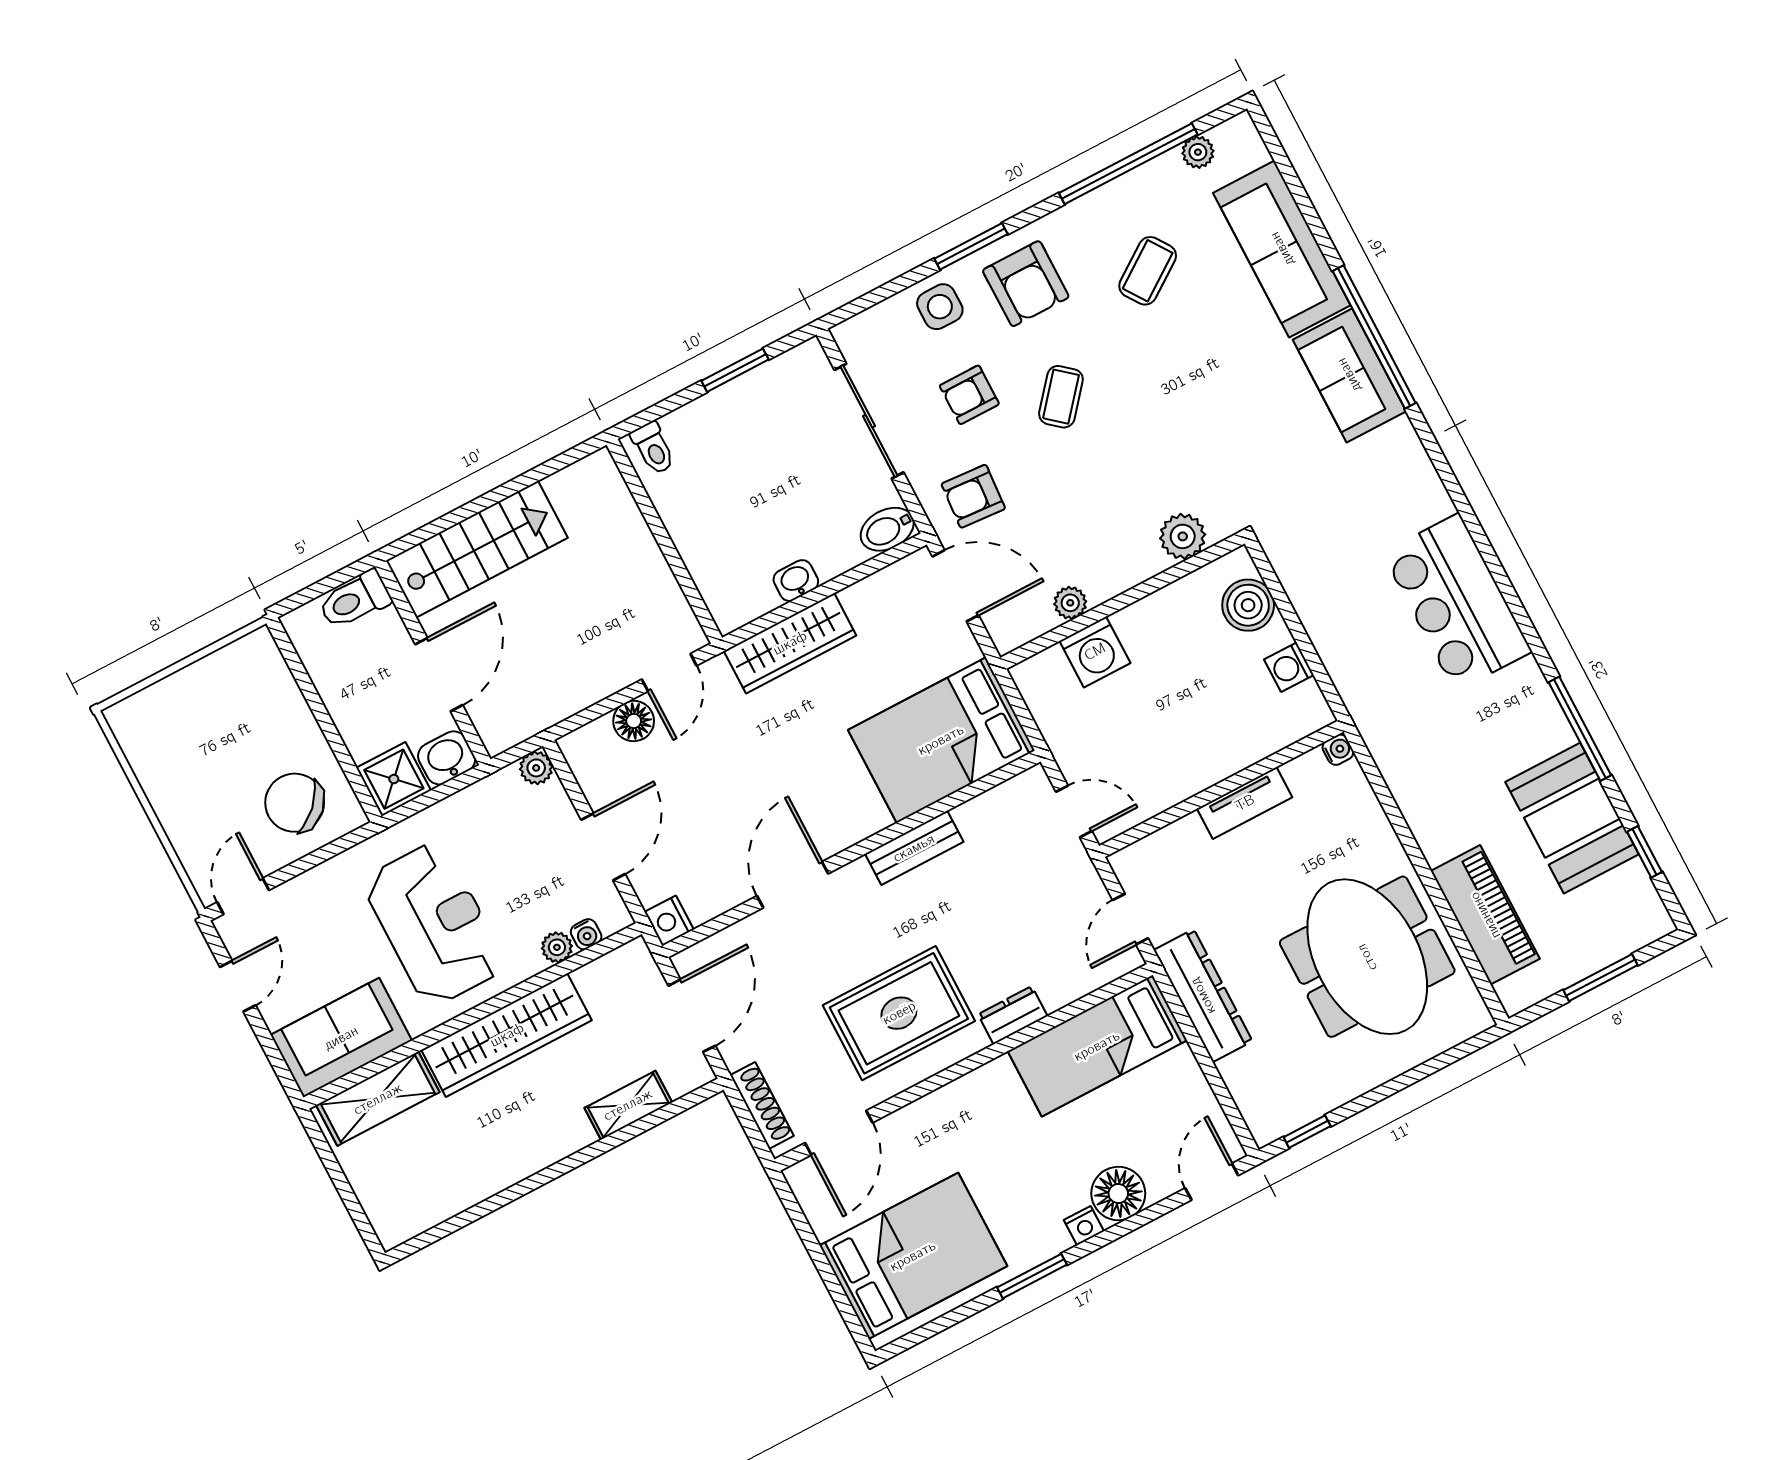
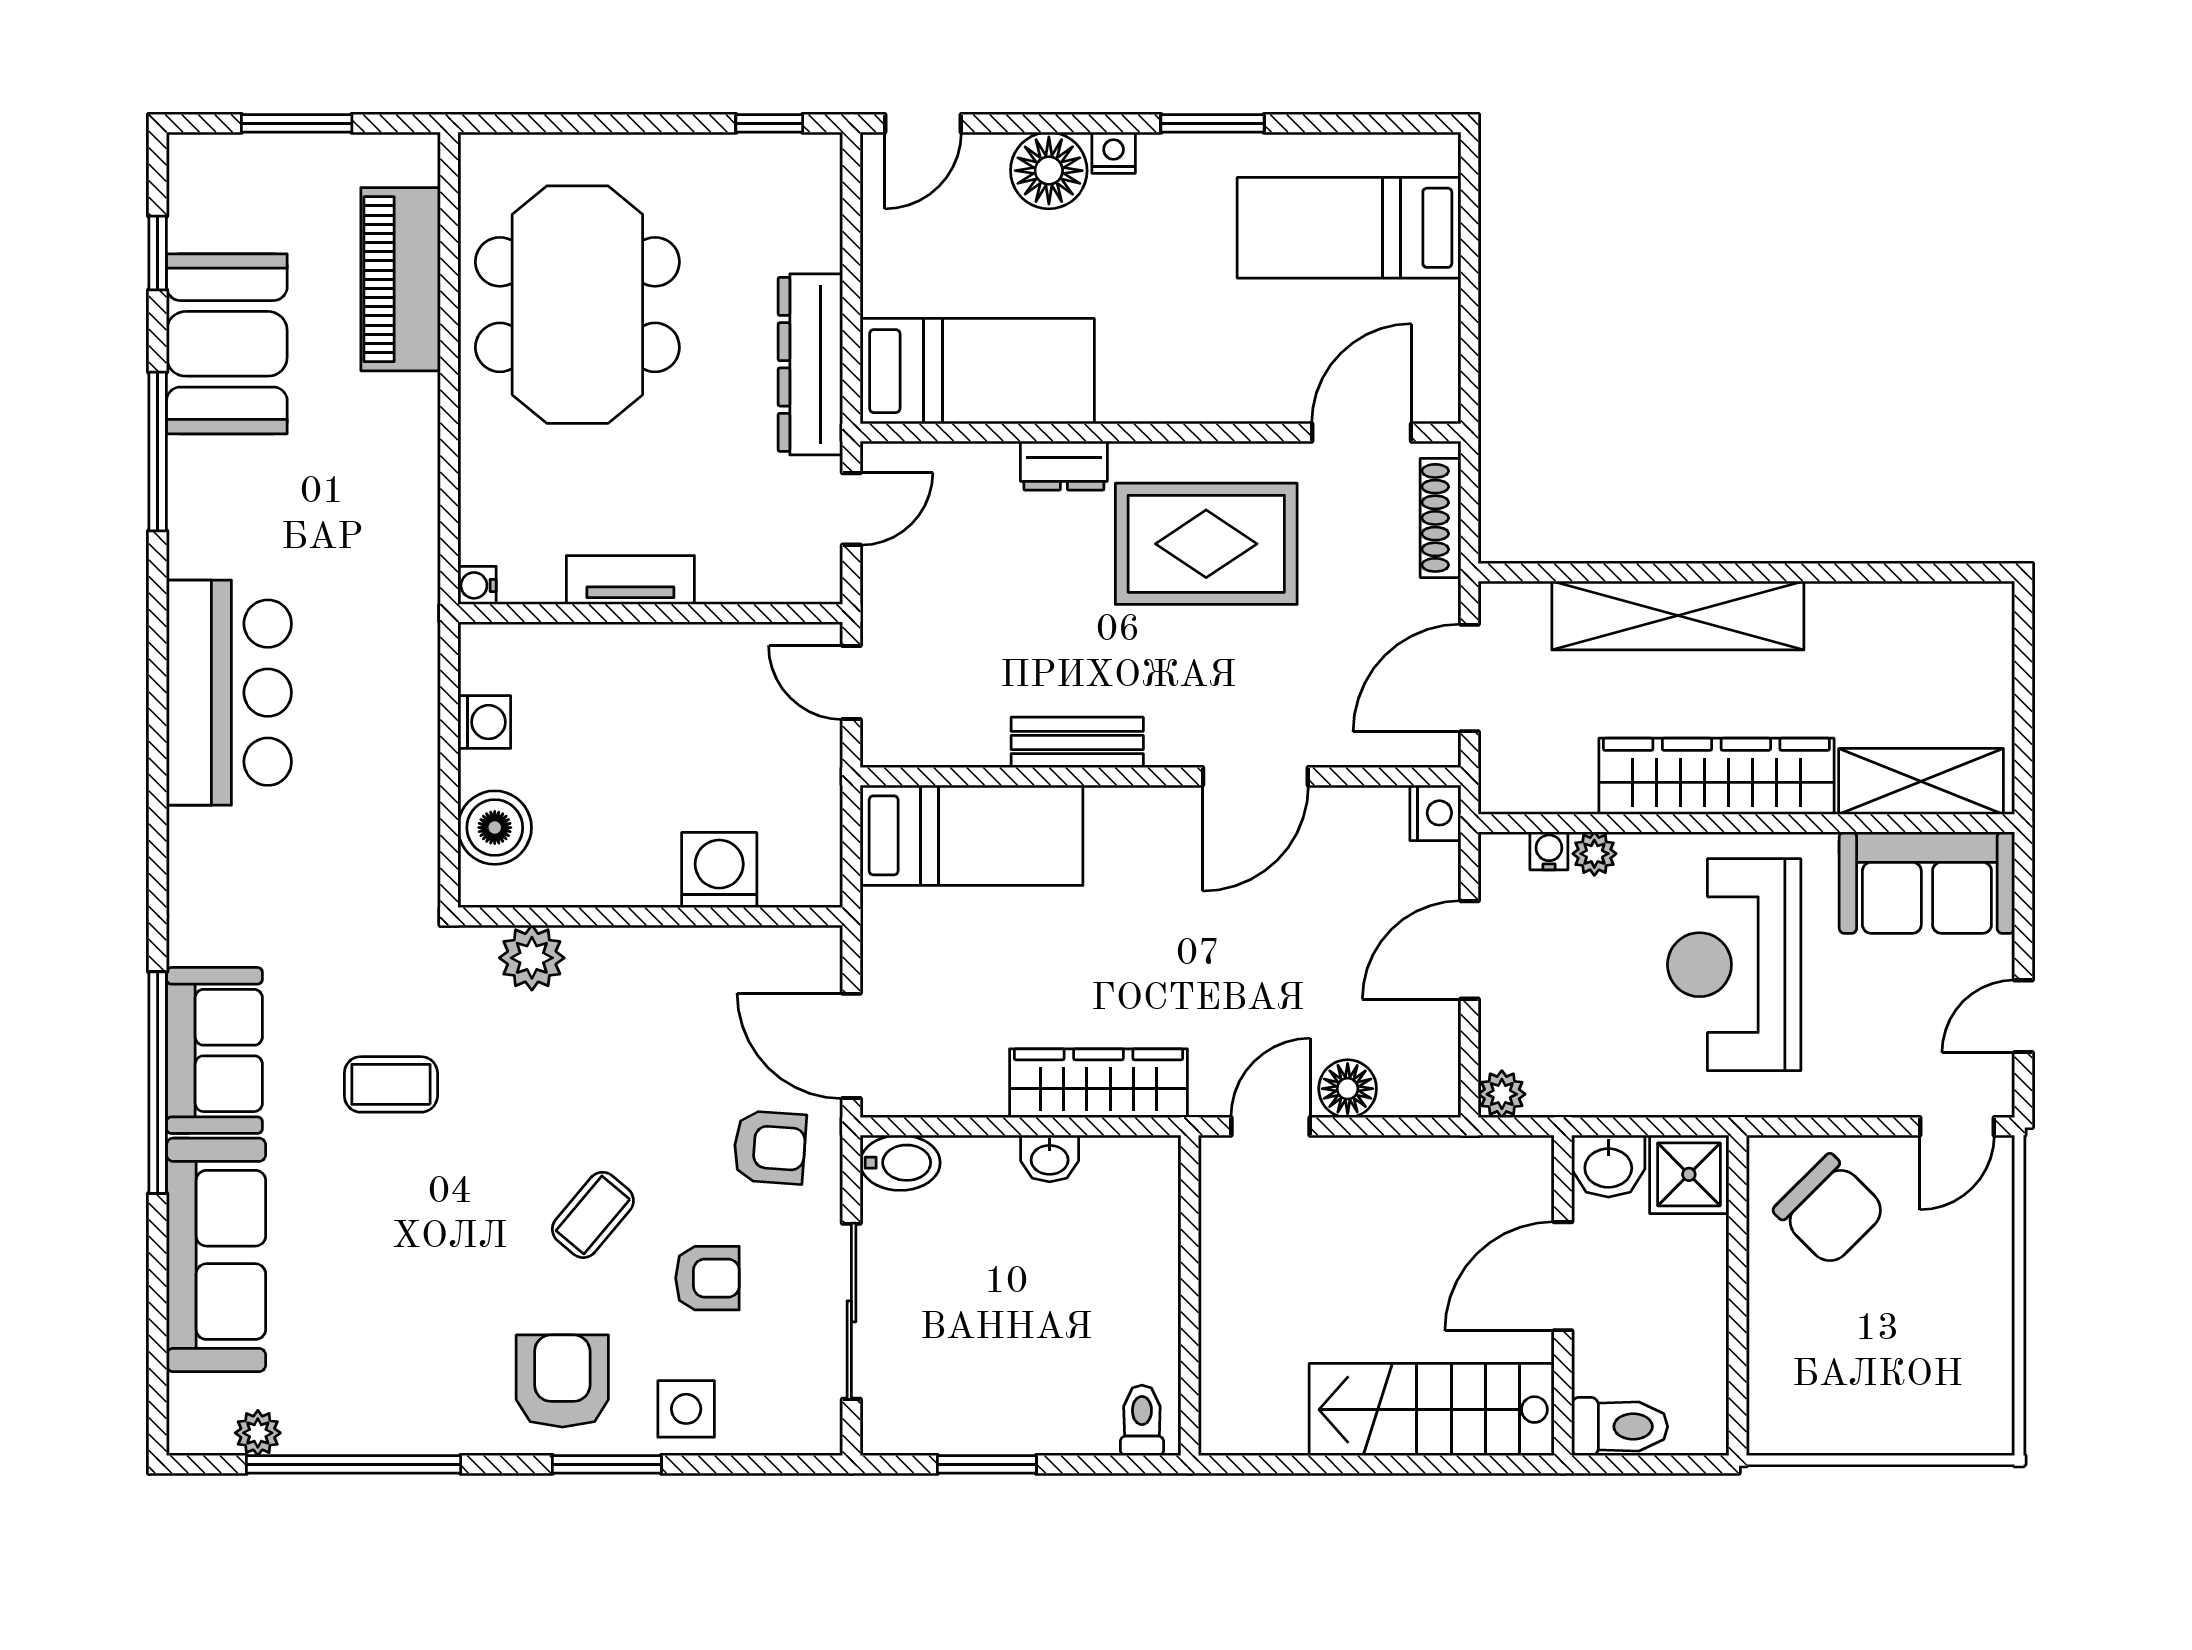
coffee table: (1148, 271) -> (391, 1084), moved, turned 35
plant: (1070, 603) -> (718, 948), removed
bed: (941, 740) -> (972, 835), width x0.67
shelving: (628, 1105) -> (1678, 616), width x2.20, depth x1.33
bed: (913, 1256) -> (1349, 228), width x0.67

